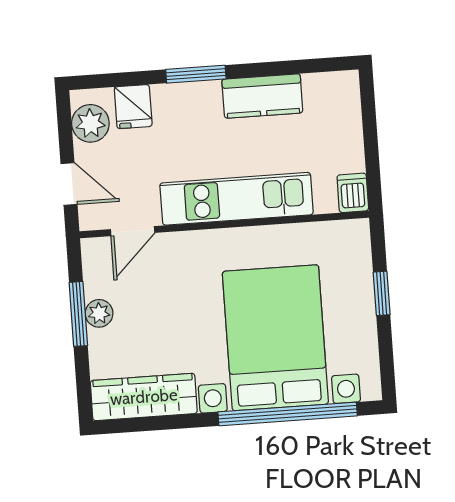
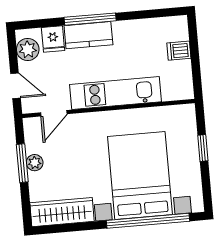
window: (196, 74) -> (90, 19), width x1.44
kitchen counter: (262, 96) -> (88, 35), moved
dishwasher: (353, 193) -> (179, 51), moved, turned -90

